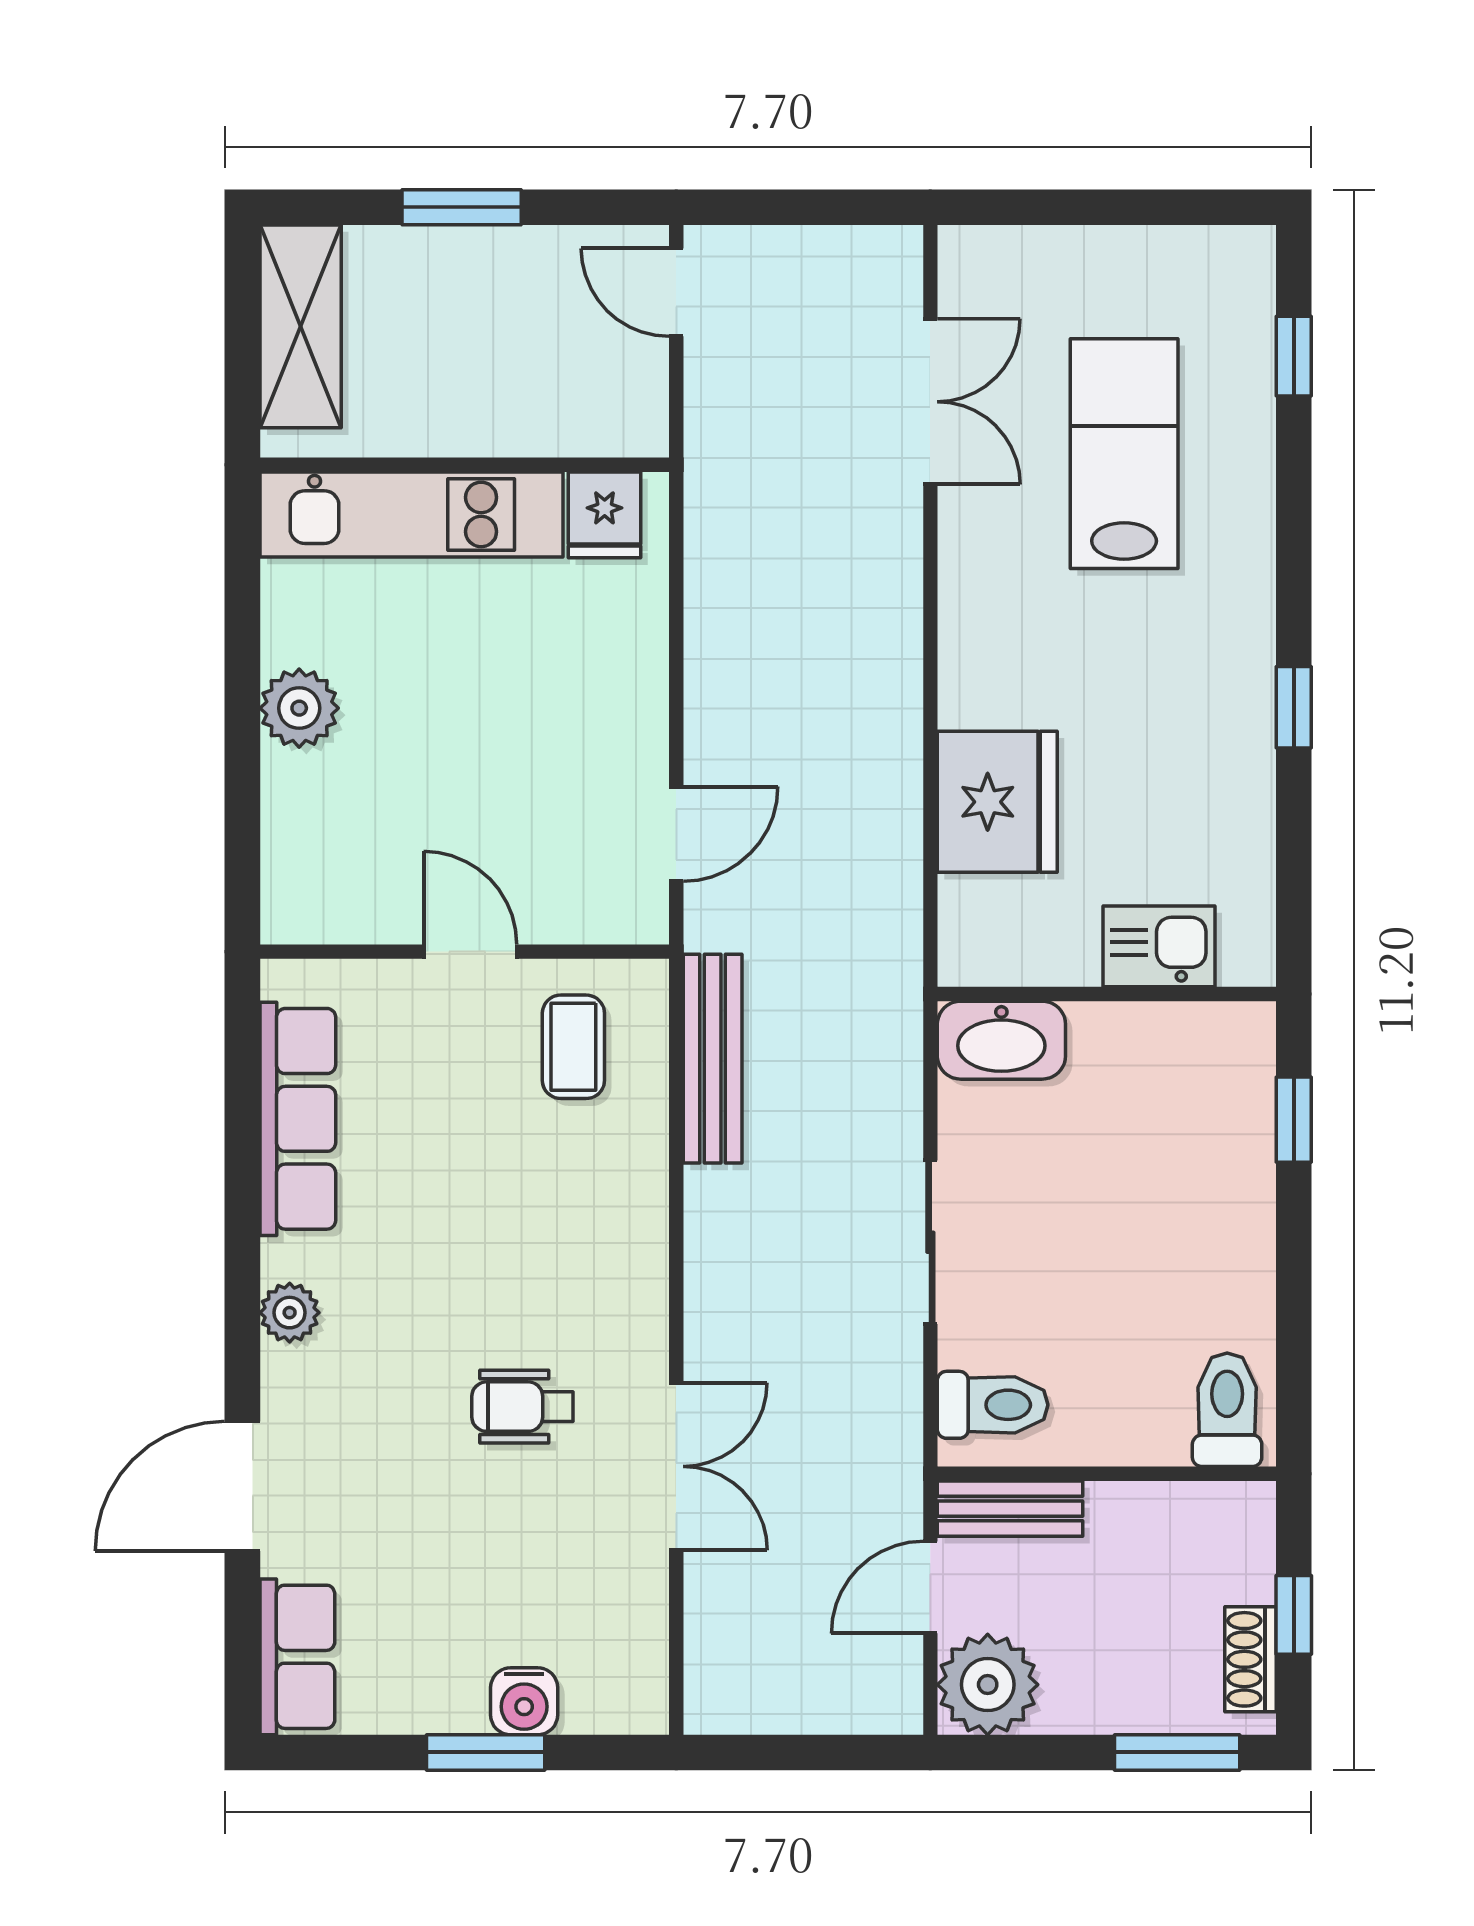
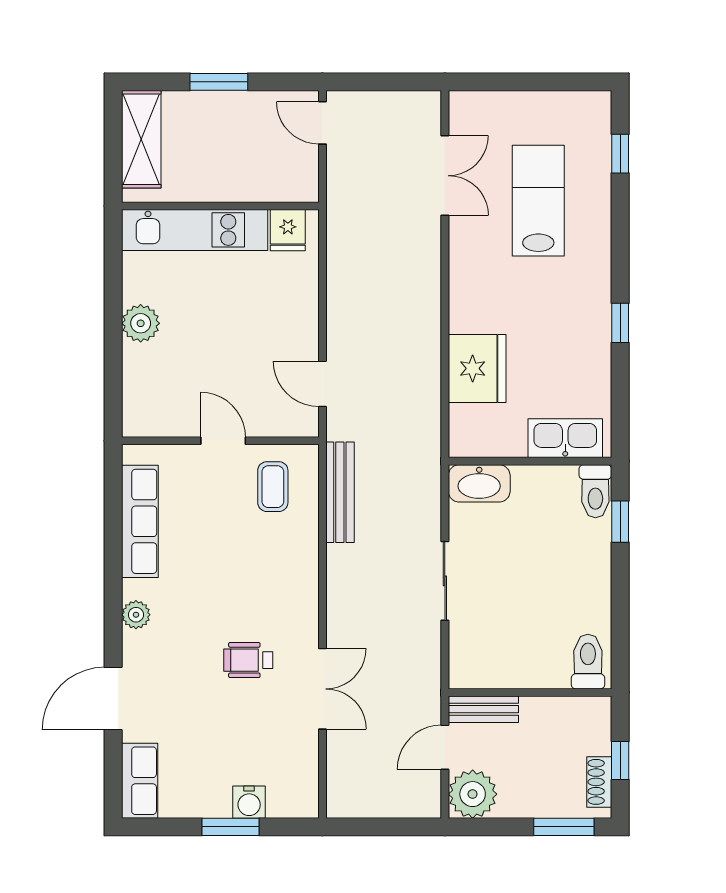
door: (676, 834) -> (322, 384), swing flipped
kitchen sink: (1159, 946) -> (565, 438), width x1.38
toilet: (993, 1405) -> (595, 491), moved, turned 90

